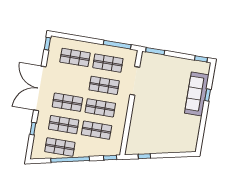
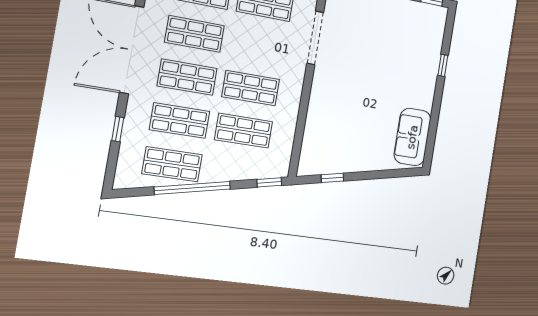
shop shelf: (104, 85) -> (195, 34), moved
sofa: (197, 94) -> (412, 137), moved, width x0.73

